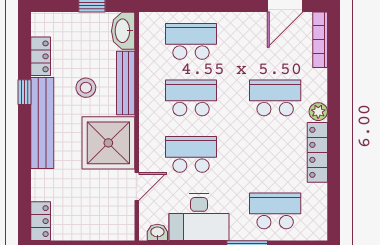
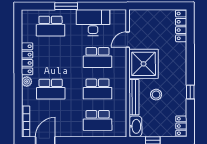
locker: (41, 56) -> (181, 126), moved
bench: (42, 123) -> (180, 75), removed
locker: (41, 221) -> (181, 26), width x1.53
washbasin: (157, 232) -> (116, 14), removed

